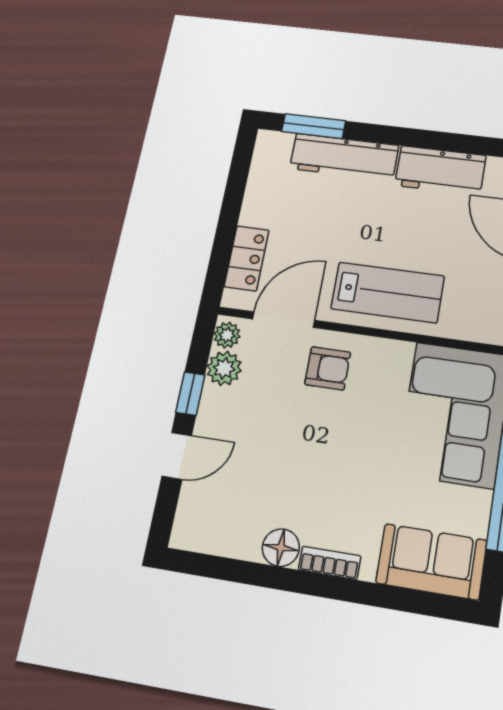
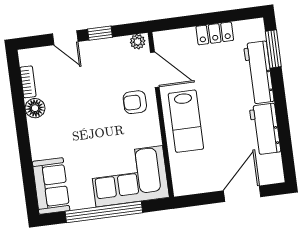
locker: (247, 258) -> (215, 33), moved
plant: (224, 368) -> (119, 46), removed
armchair: (328, 368) -> (135, 102), turned 90
bookcase: (330, 563) -> (28, 82), moved

